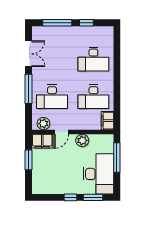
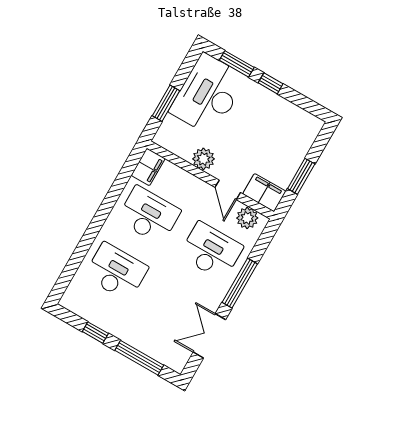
door: (61, 132) -> (228, 190), swing flipped
window: (117, 158) -> (166, 103), width x0.69

